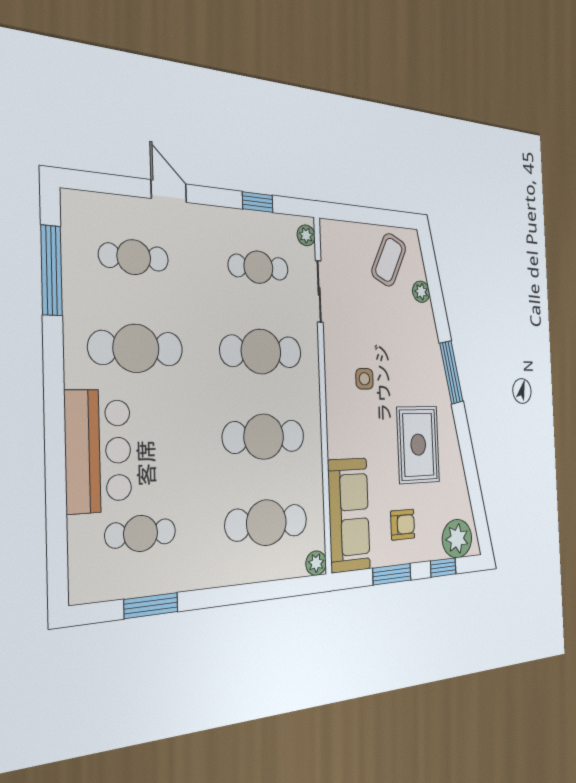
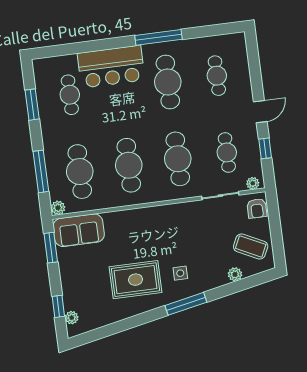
door: (169, 191) -> (260, 112), moved
window: (51, 270) -> (158, 37), moved
side table: (364, 379) -> (180, 273), moved
sofa: (349, 515) -> (79, 230), width x0.73
armchair: (403, 525) -> (257, 208), moved
plant: (457, 539) -> (72, 318), width x0.53, depth x0.53
window: (392, 574) -> (51, 248), moved
window: (261, 591) -> (41, 171), added

